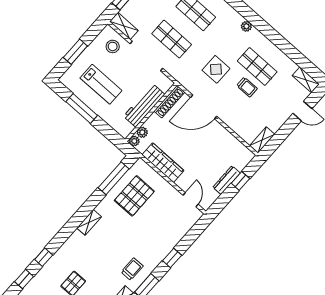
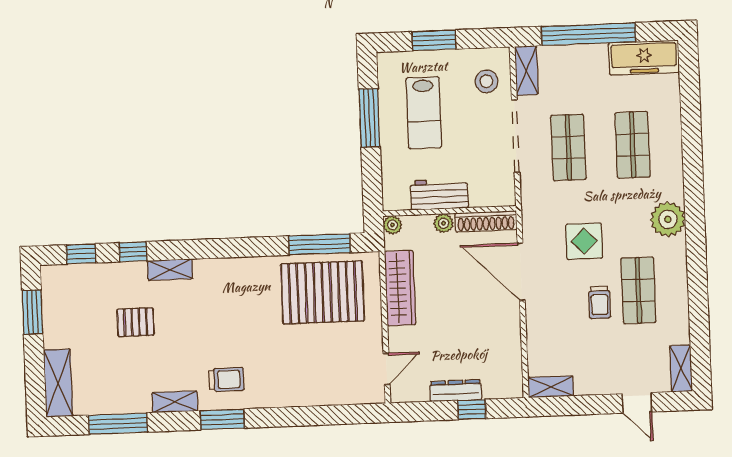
plant: (246, 26) -> (668, 219), width x1.87, depth x1.87
workbench: (144, 105) -> (439, 194), width x0.73
plant: (142, 132) -> (444, 223), moved
pallet: (134, 196) -> (323, 292), width x1.37, depth x1.41
shelving: (89, 222) -> (170, 270), moved
window: (172, 258) -> (290, 417), removed

